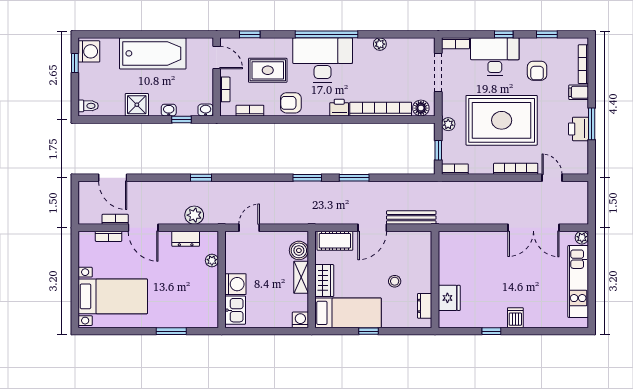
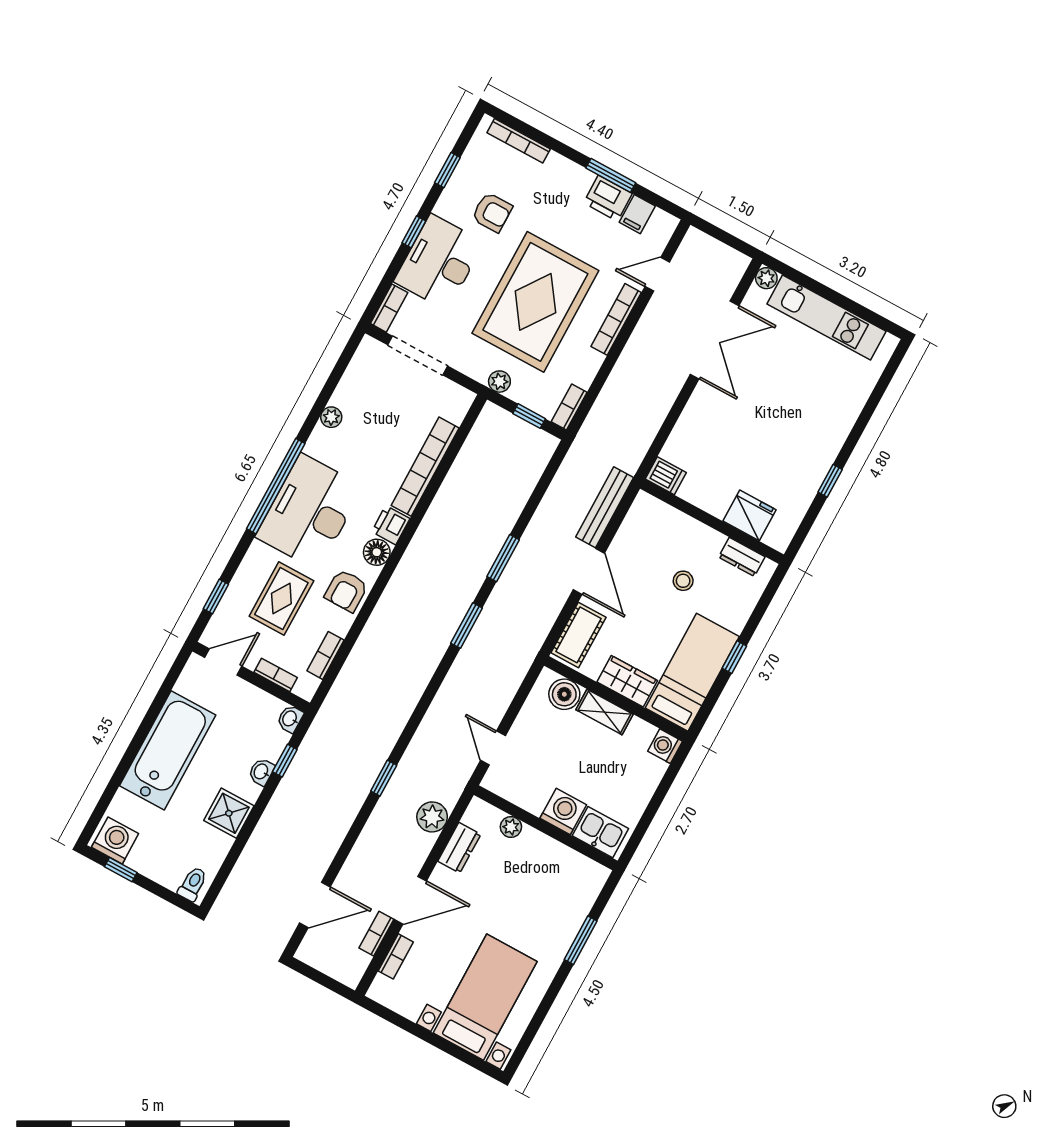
filing cabinet: (579, 92) -> (637, 214), moved
floor lamp: (421, 108) -> (377, 552), moved
dishwasher: (515, 318) -> (666, 476), moved, turned 180

